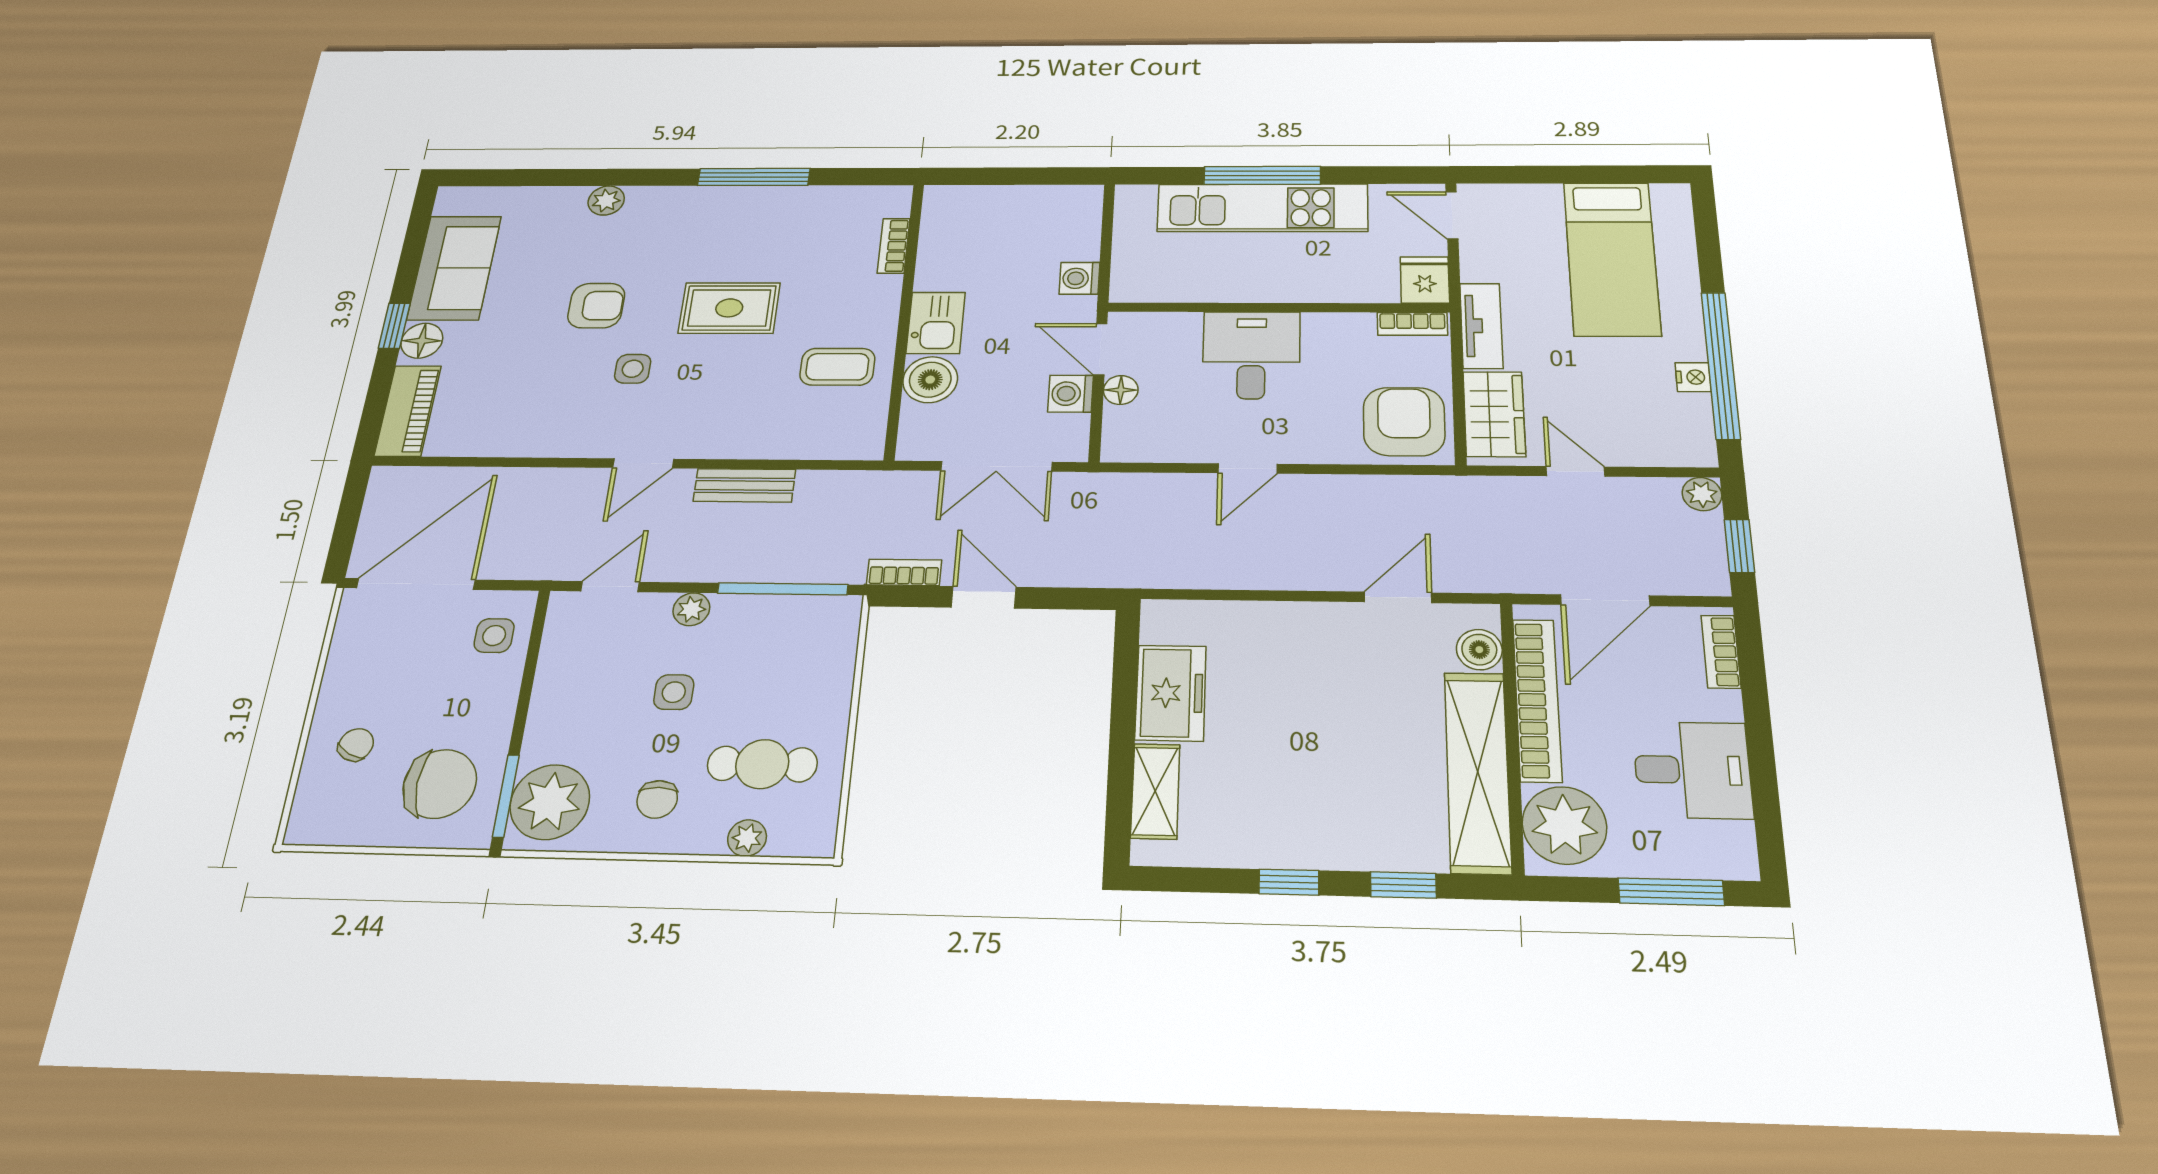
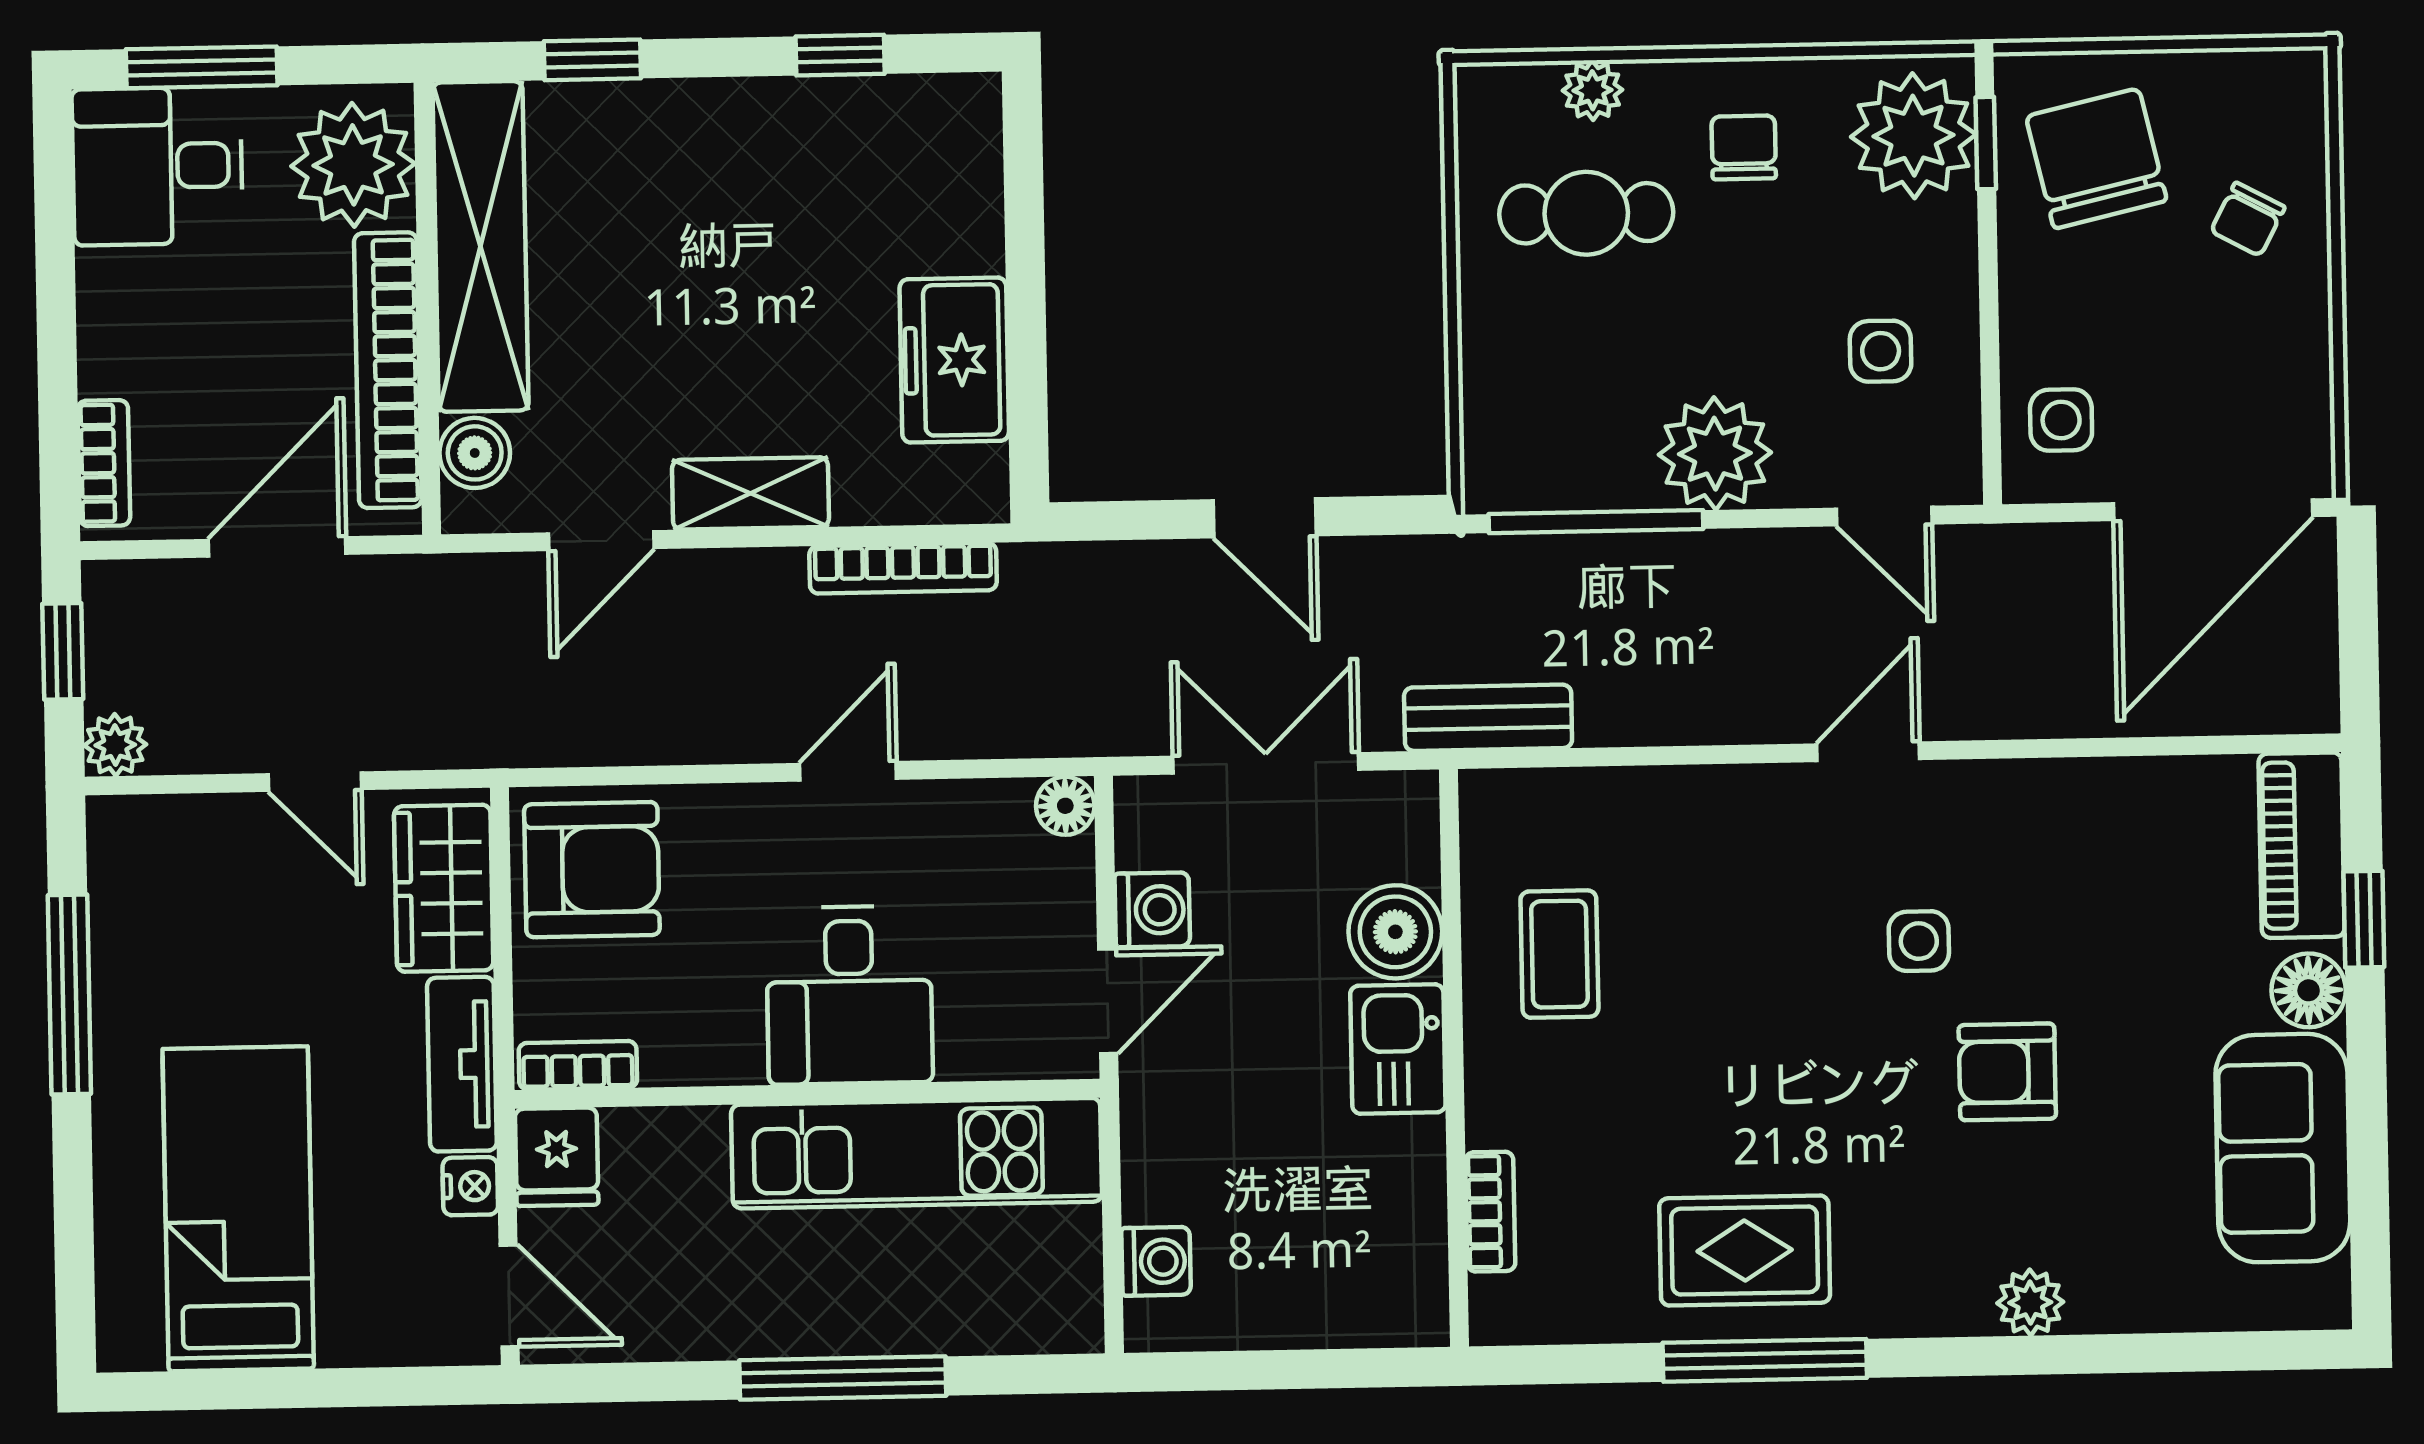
kitchen unit: (1262, 208) -> (917, 1153), moved, turned 180
washing machine: (1079, 278) -> (1156, 1261), moved
rug: (729, 308) -> (1745, 1251), moved
window: (394, 326) -> (2364, 919), moved
door: (1100, 349) -> (1108, 1001), hinge flipped
window: (1721, 365) -> (69, 995), width x0.68
coffee table: (837, 367) -> (1559, 954), turned 90
nightstand: (1693, 377) -> (470, 1186), moved, turned 180
floor lamp: (1121, 390) -> (1065, 806), moved
armchair: (1404, 421) -> (592, 870), turned -90
bench: (744, 485) -> (1488, 718), moved
bookcase: (904, 572) -> (903, 568), moved, width x1.56
door: (610, 587) -> (1884, 516), hinge flipped
plant: (691, 609) -> (1715, 454), width x1.88, depth x1.88
side table: (674, 692) -> (1881, 351), moved
desk: (1692, 770) -> (157, 166), moved
chair: (440, 784) -> (2096, 158), turned 77
shelving: (1155, 791) -> (751, 493), moved, turned 90
window: (506, 796) -> (1986, 143), width x0.67
window: (1289, 882) -> (840, 55), moved

